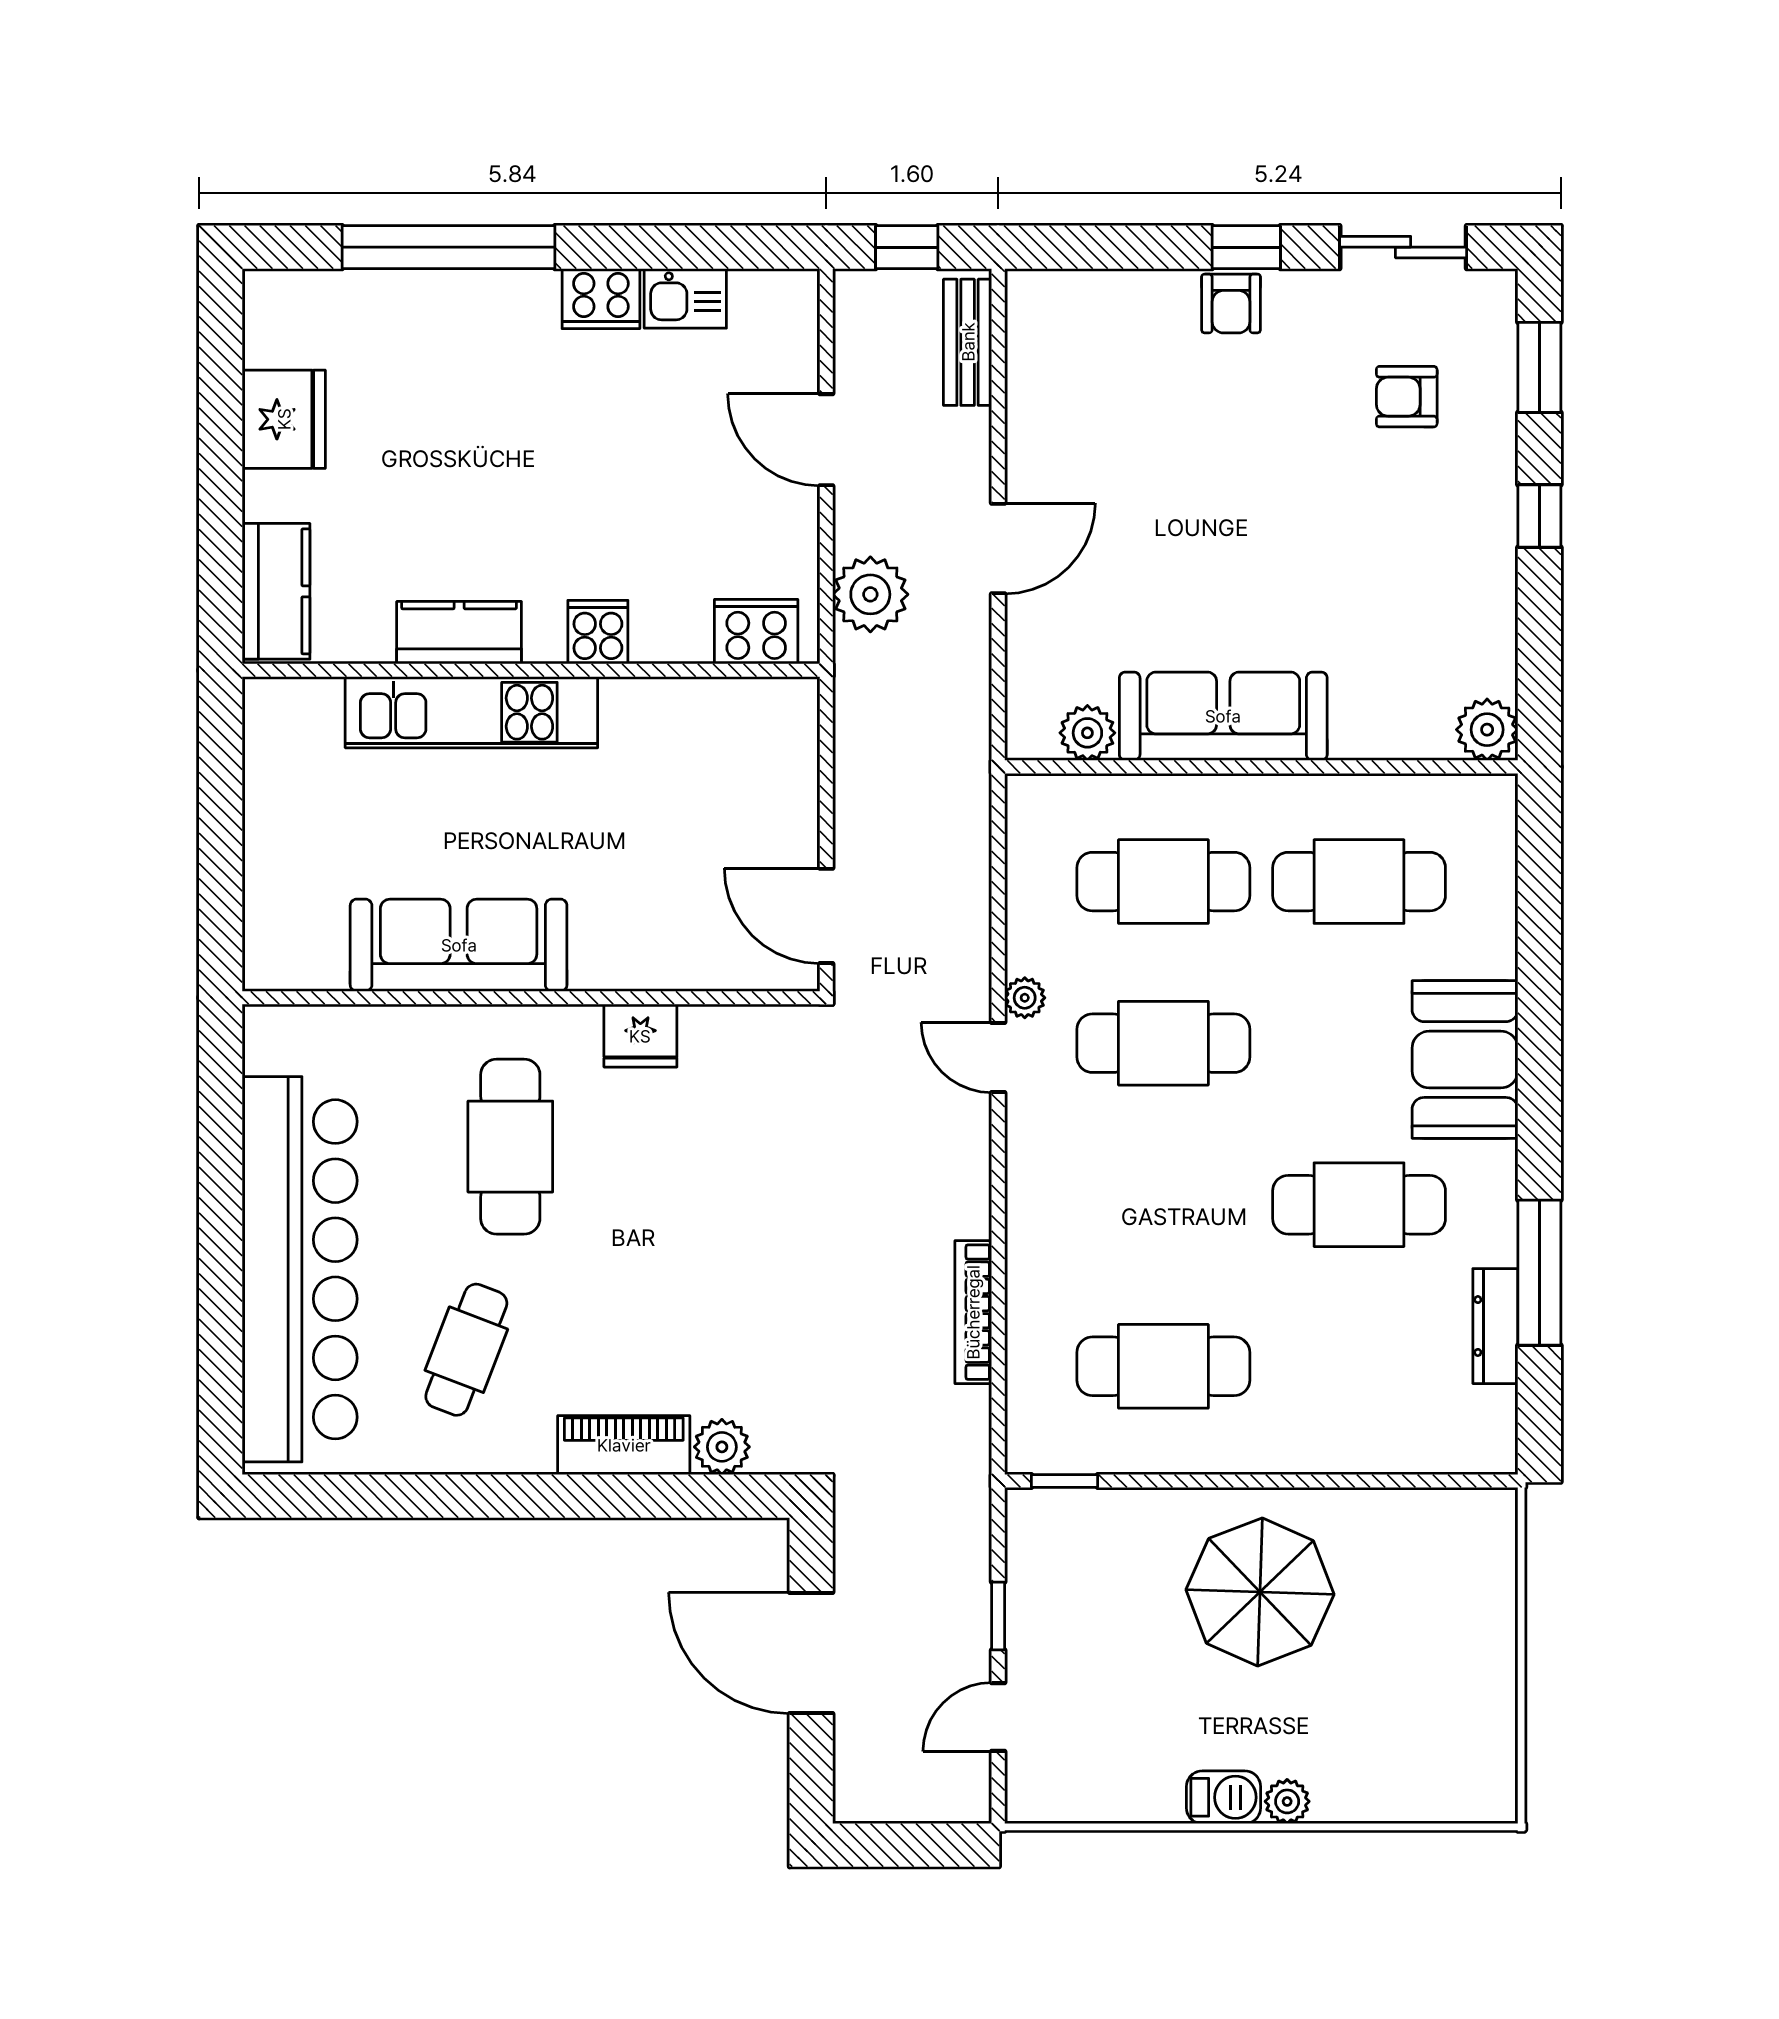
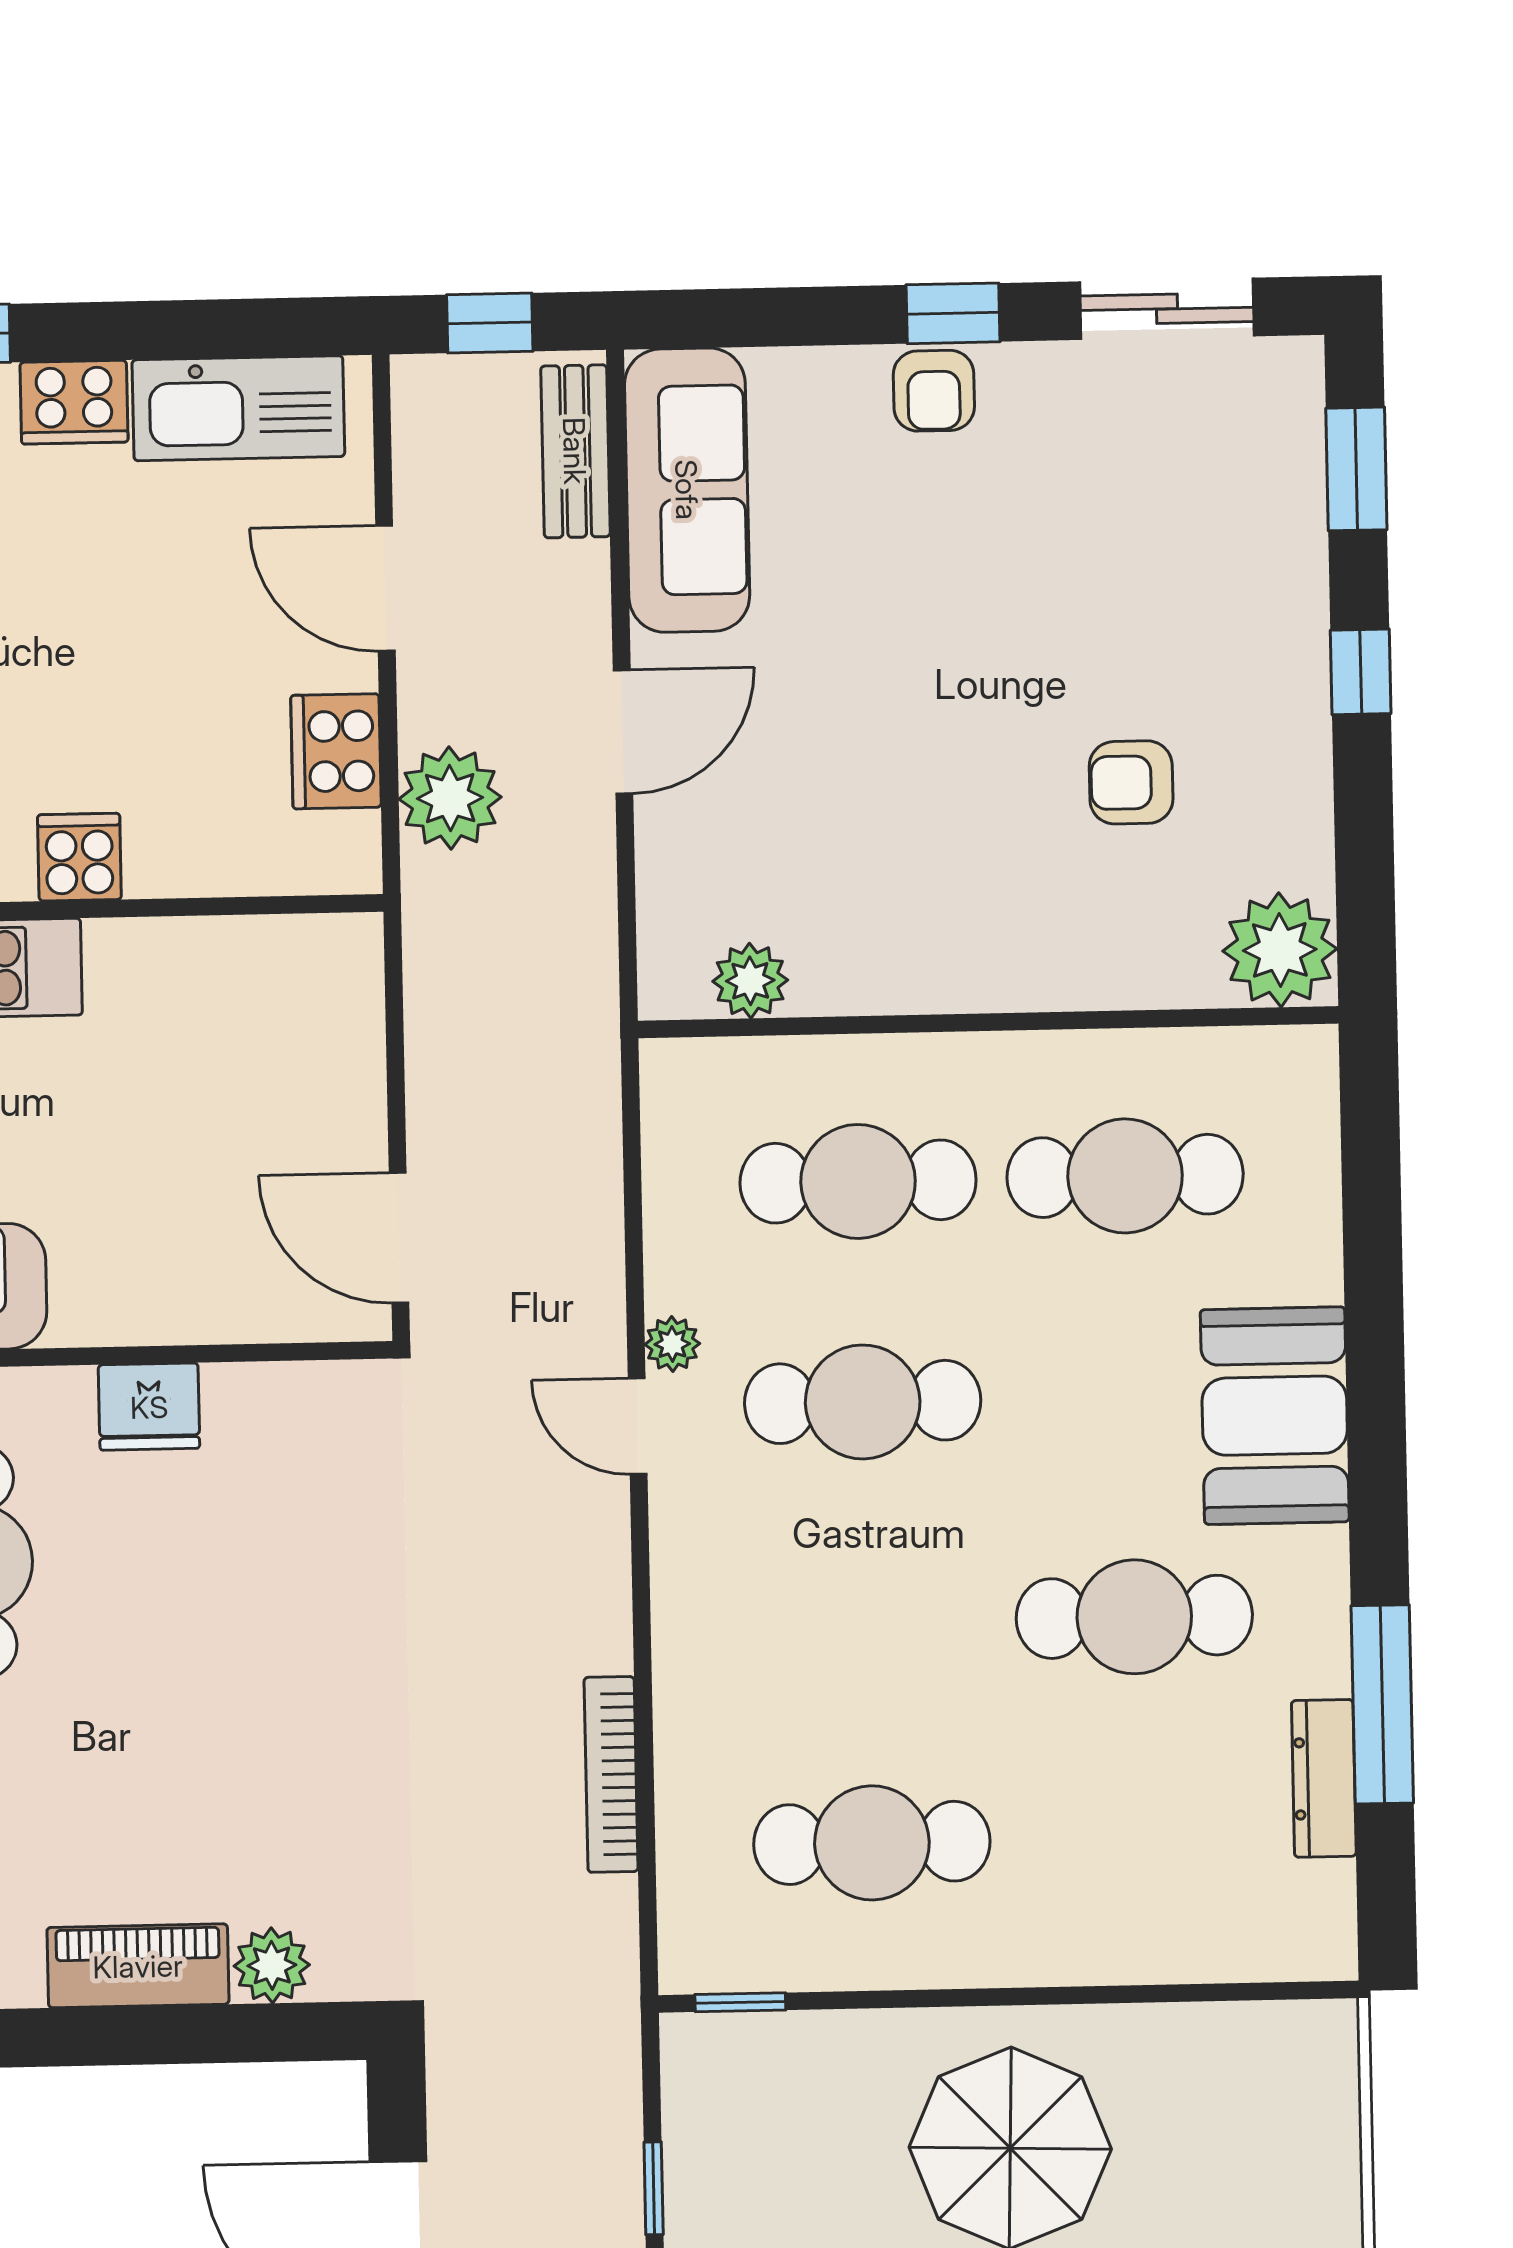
kitchen sink: (685, 298) -> (238, 408), width x1.88, depth x1.24
armchair: (1407, 397) -> (1131, 782), moved
cooker: (756, 632) -> (336, 751), moved, turned -90
sofa: (1223, 716) -> (687, 490), moved, turned 90
plant: (1487, 730) -> (1280, 950), width x1.36, depth x1.36

